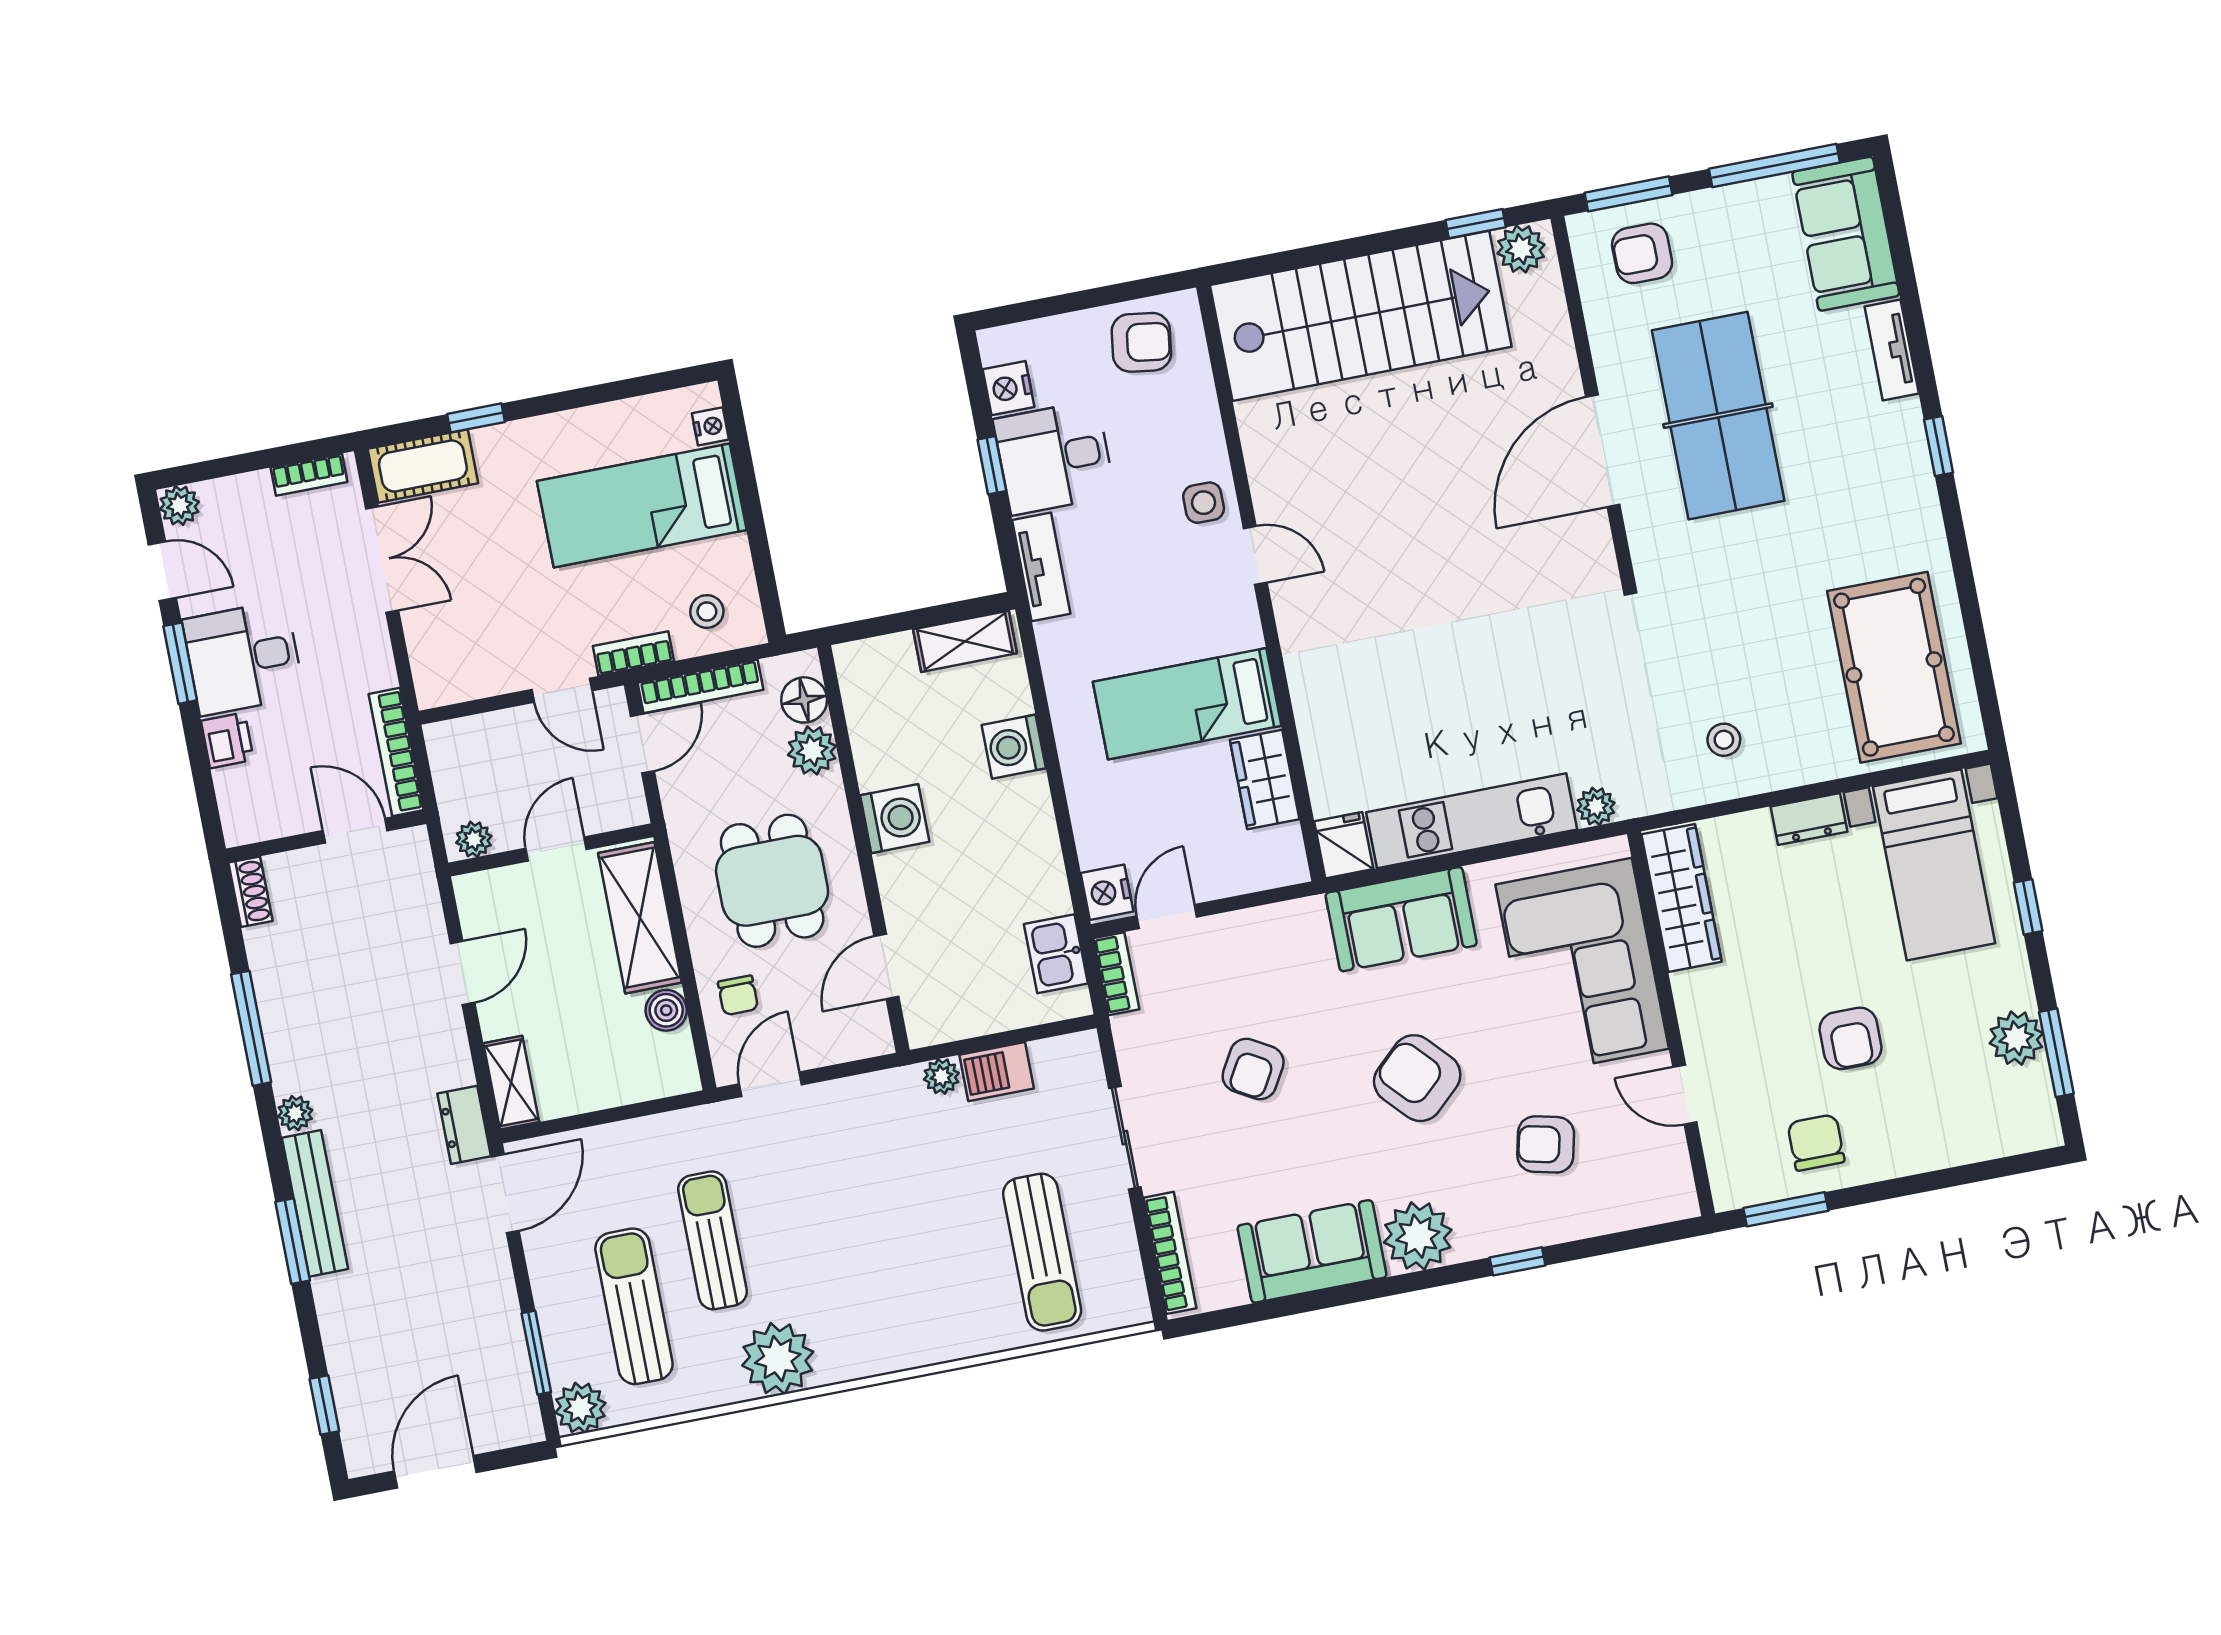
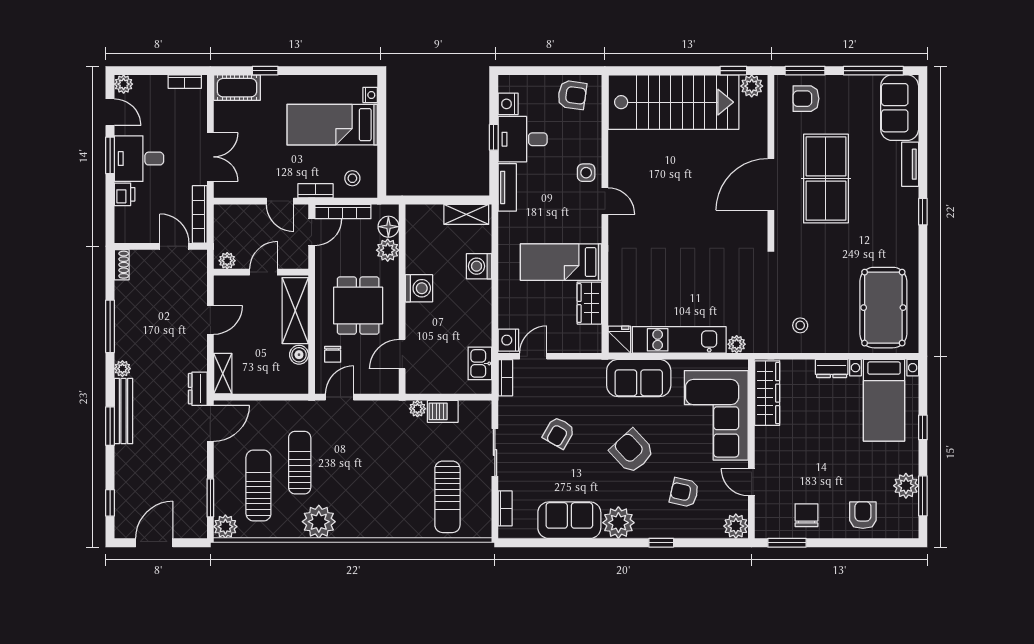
double door: (382, 559) -> (210, 157), moved
armchair: (1850, 1038) -> (863, 515), moved, turned 180
plant: (1670, 1195) -> (736, 526), added
bookcase: (1170, 1253) -> (505, 508), width x0.64

